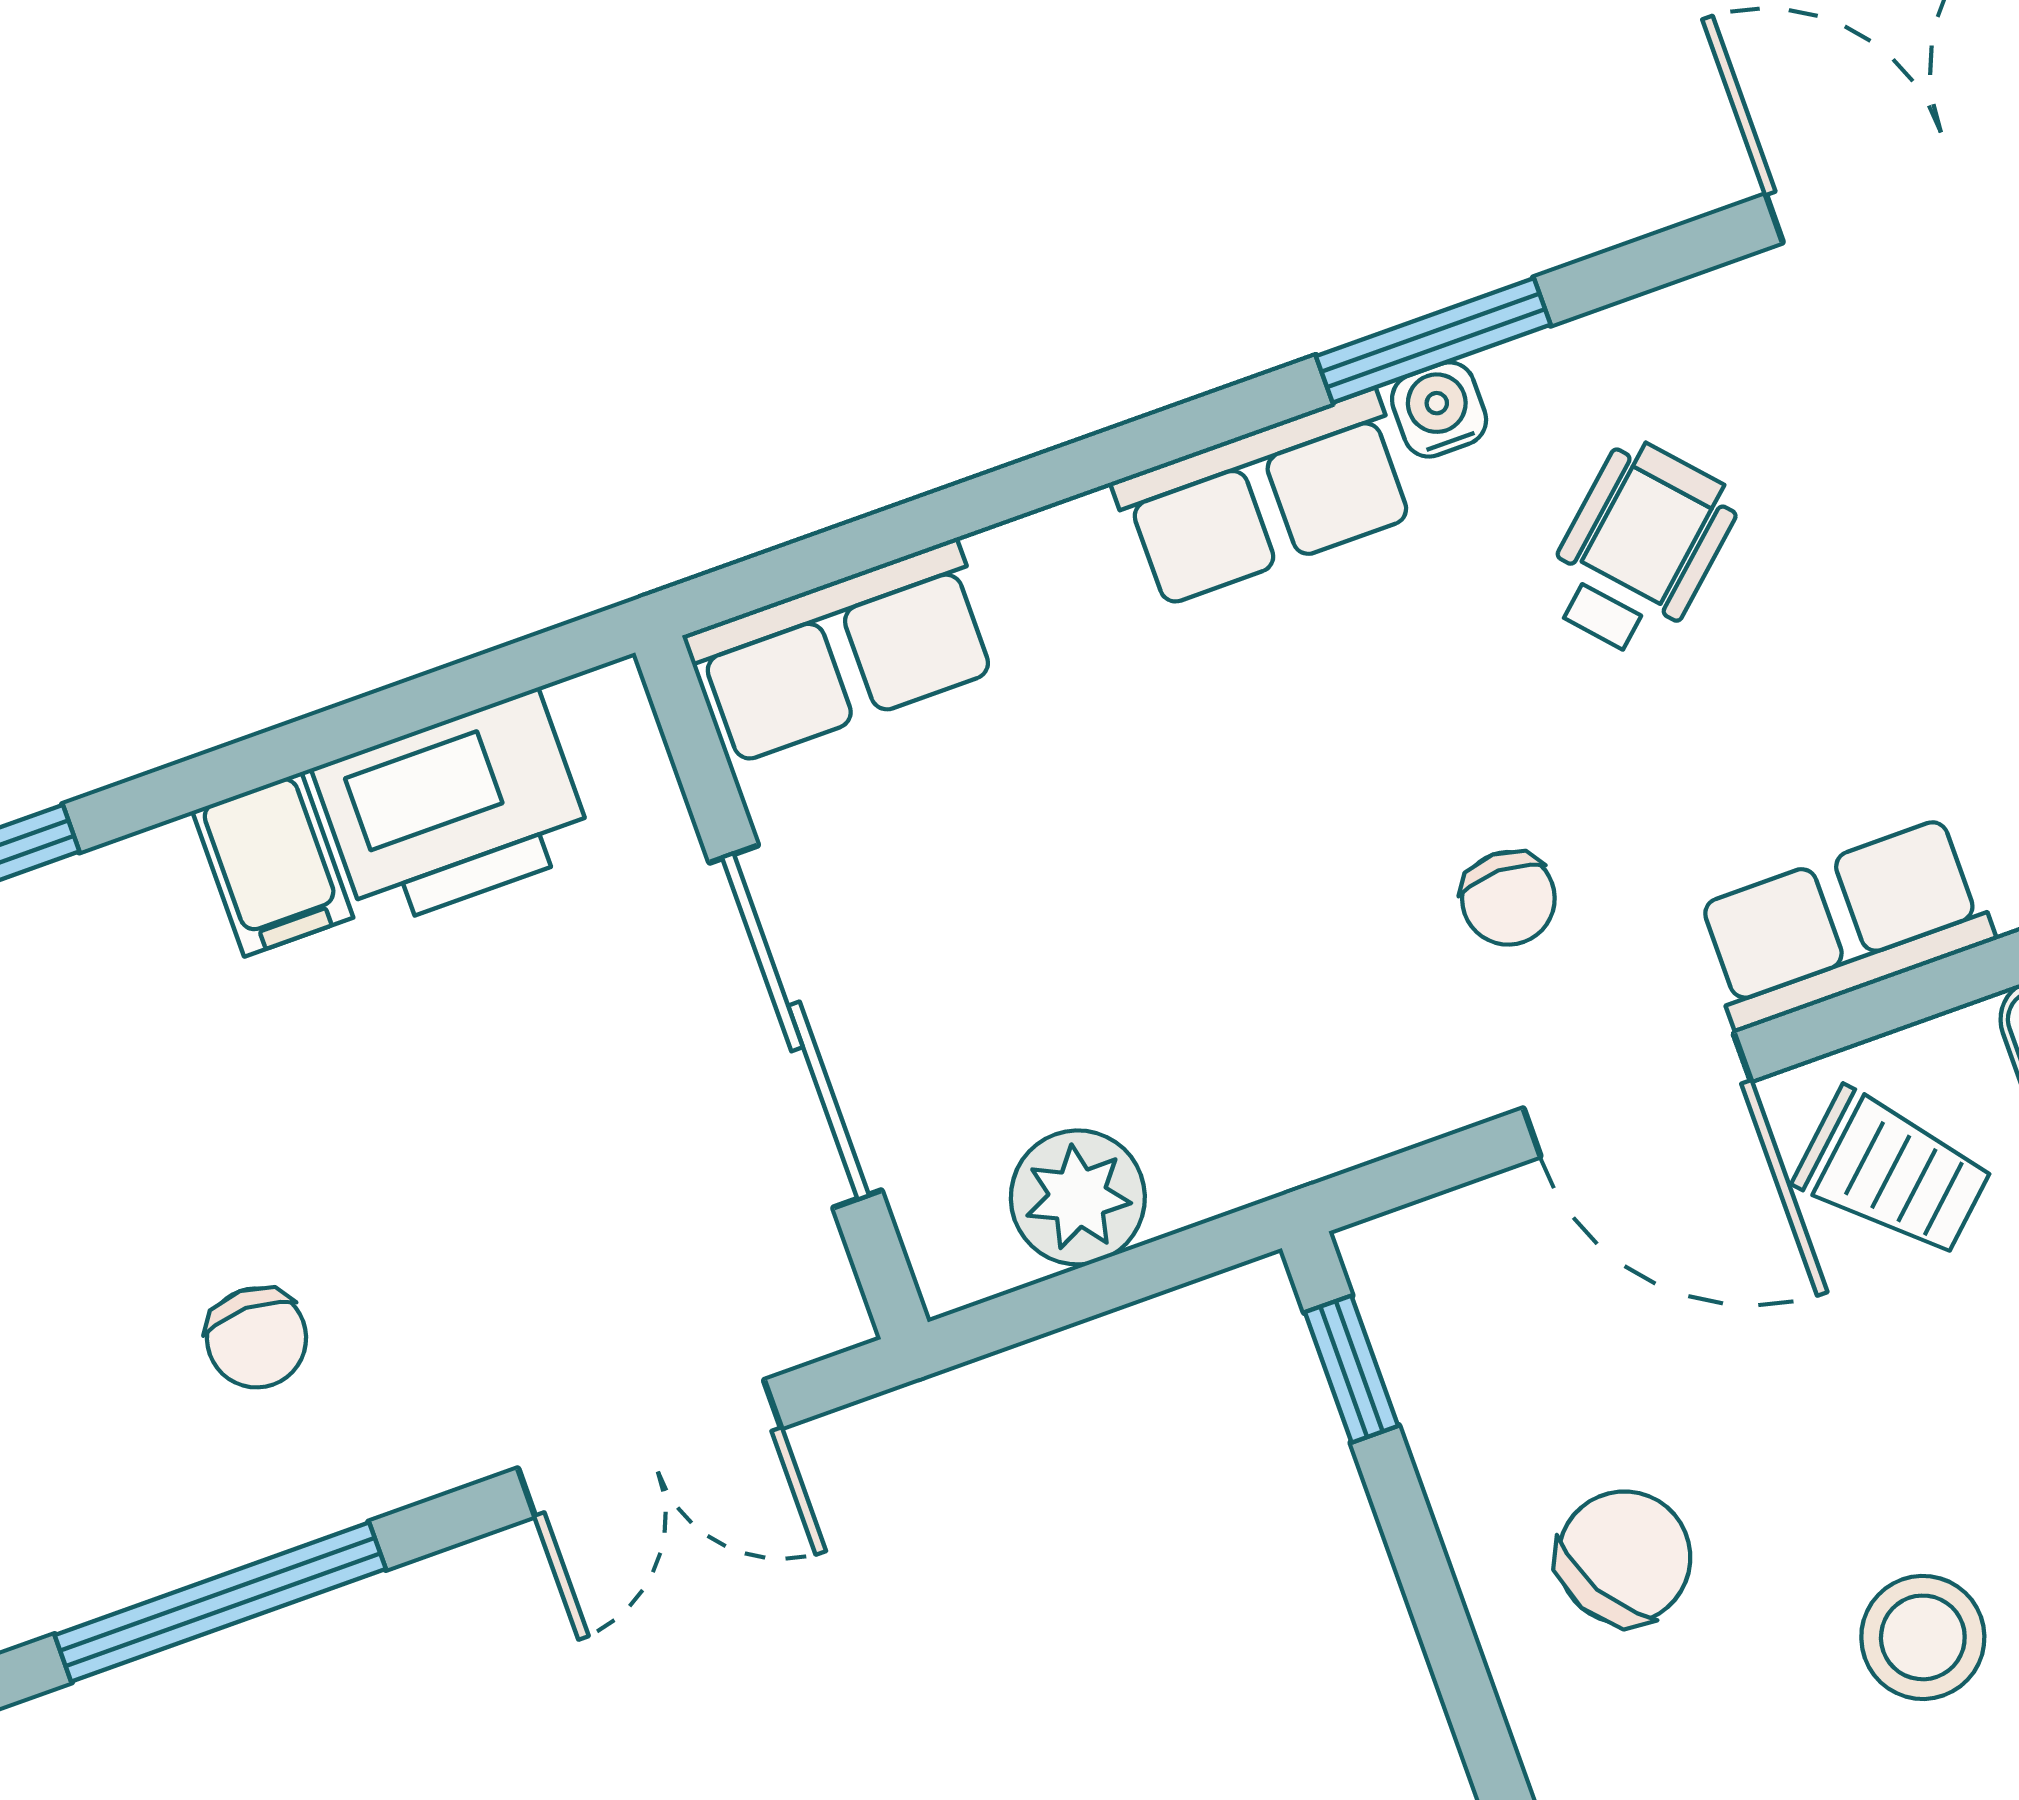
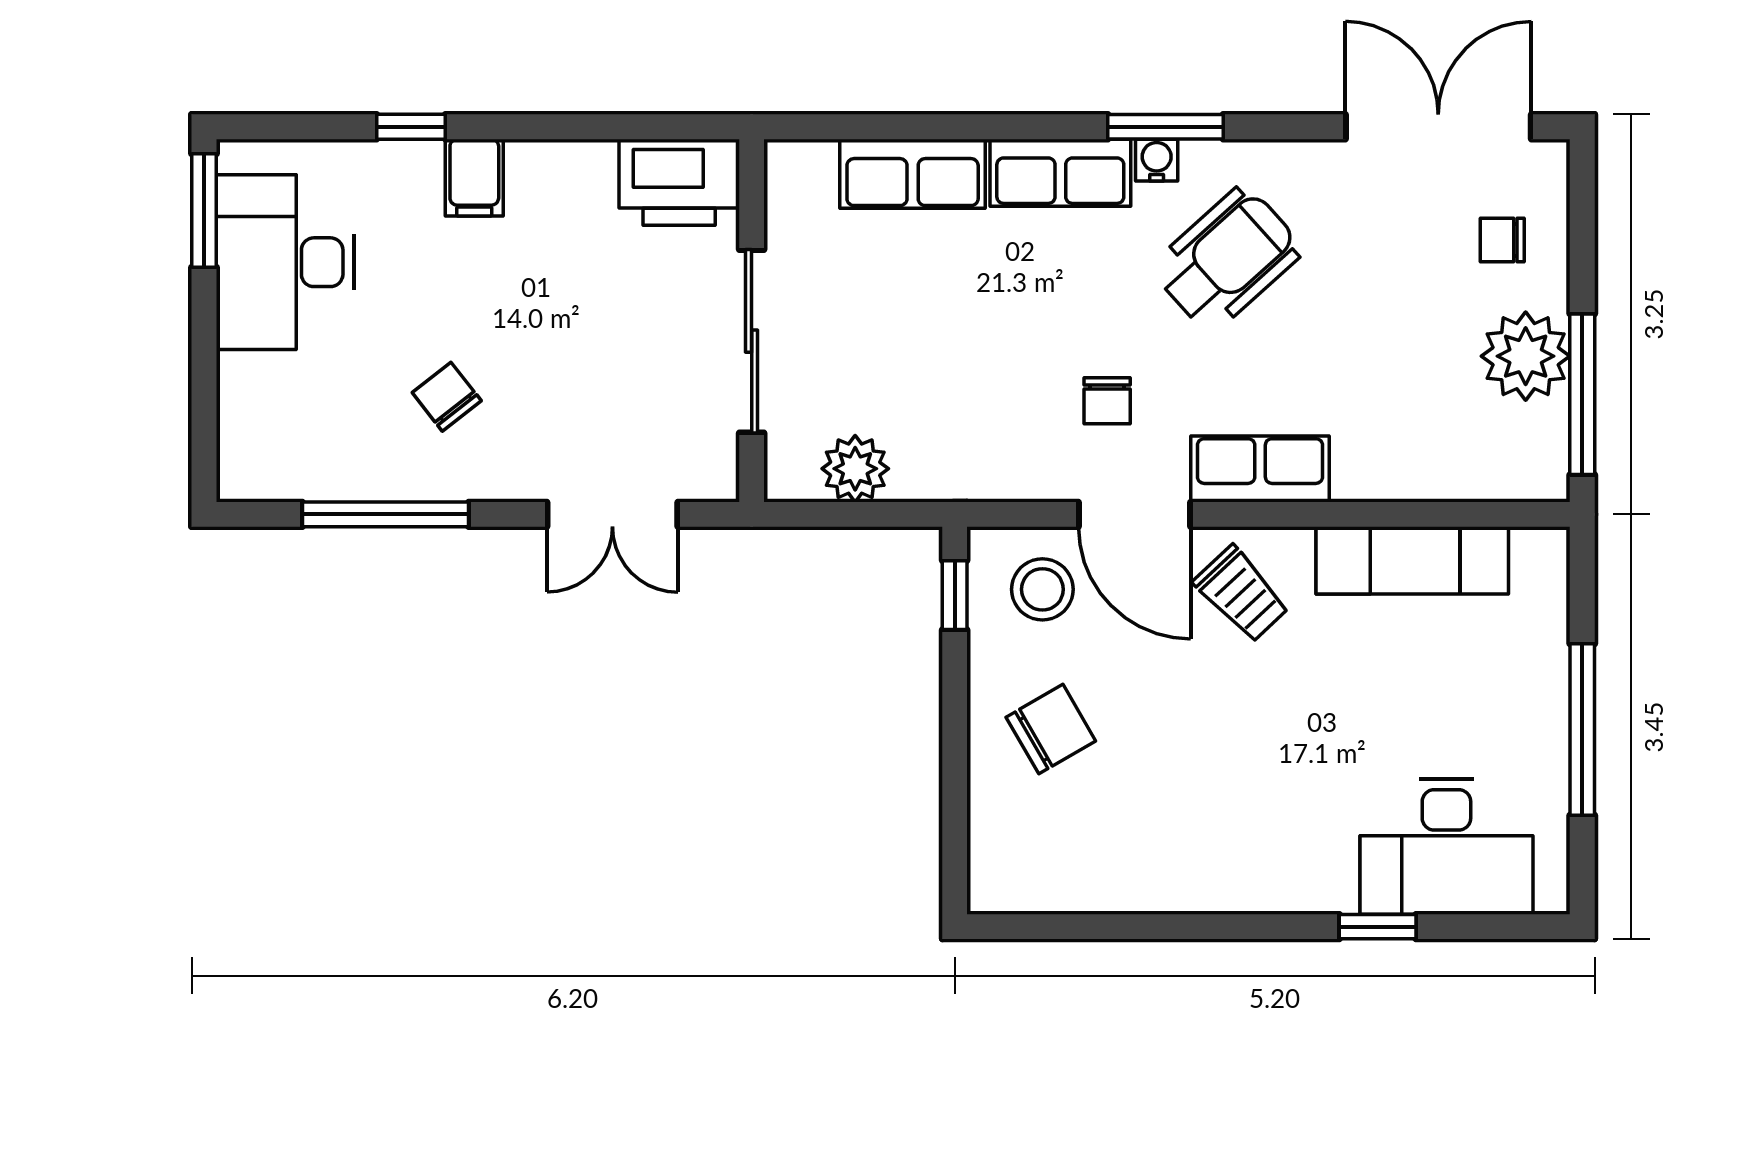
wheelchair: (1639, 549) -> (1227, 259), width x1.36, depth x1.37
row of seats: (843, 652) -> (913, 174), moved
printer: (454, 810) -> (679, 182), moved
filing cabinet: (273, 864) -> (474, 178), moved
chair: (256, 1338) -> (447, 397), turned 142
stool: (1923, 1637) -> (1042, 589), moved

